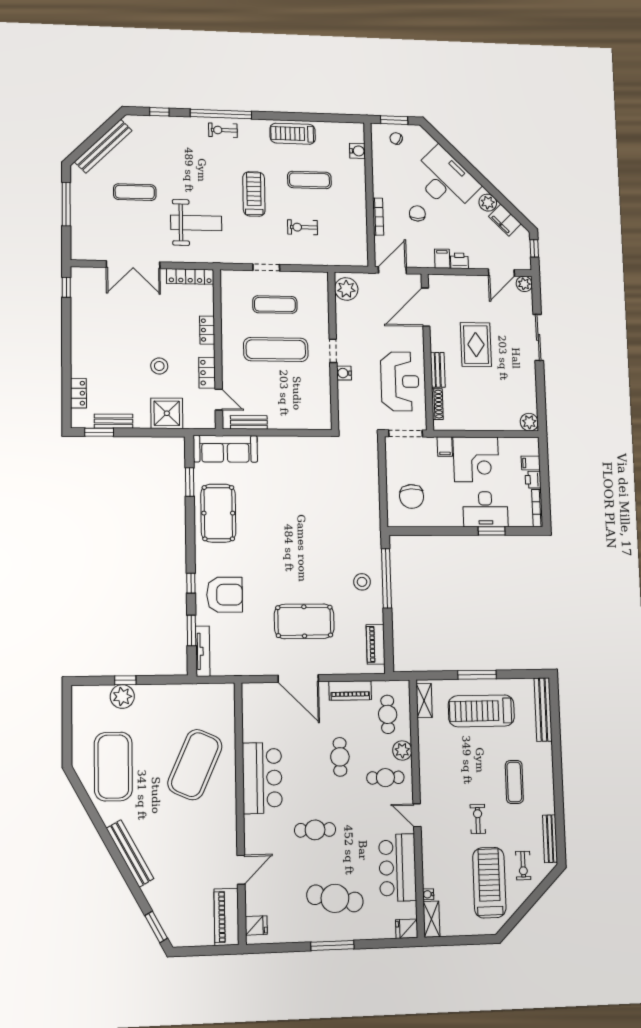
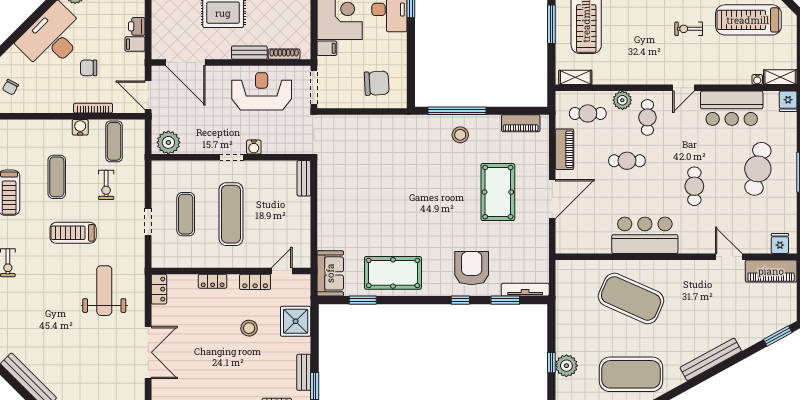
water cooler: (357, 151) -> (80, 127), moved
exercise mat: (135, 192) -> (114, 141), moved
locker: (190, 276) -> (159, 289), width x0.66
bench: (249, 422) -> (304, 178), moved
sofa: (225, 449) -> (330, 273), width x0.73

